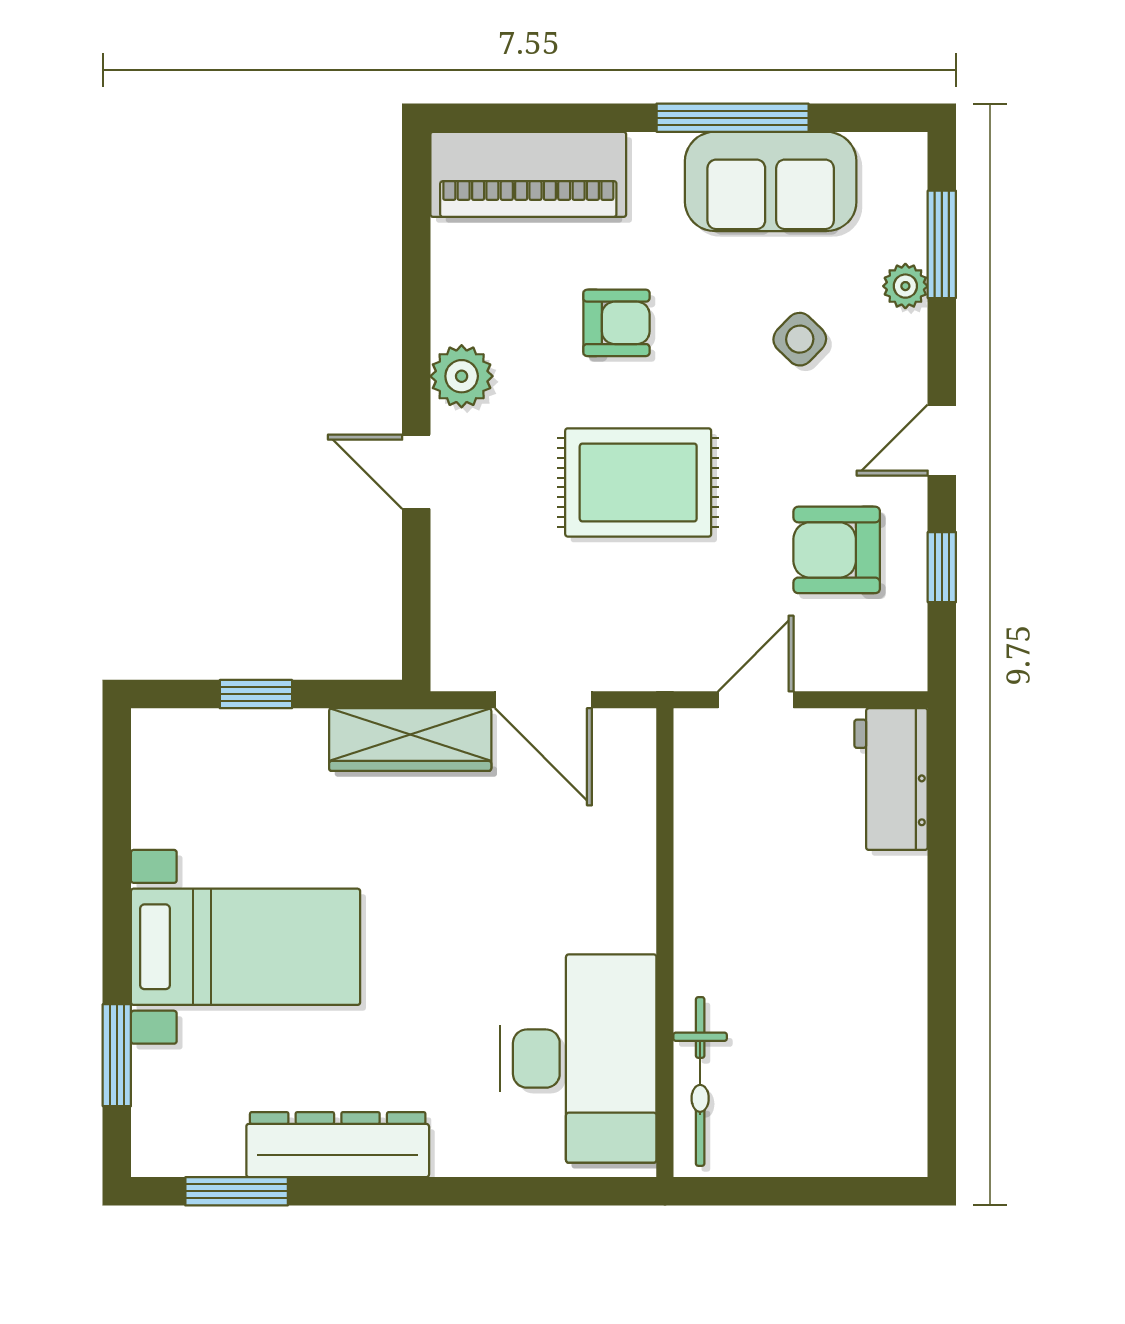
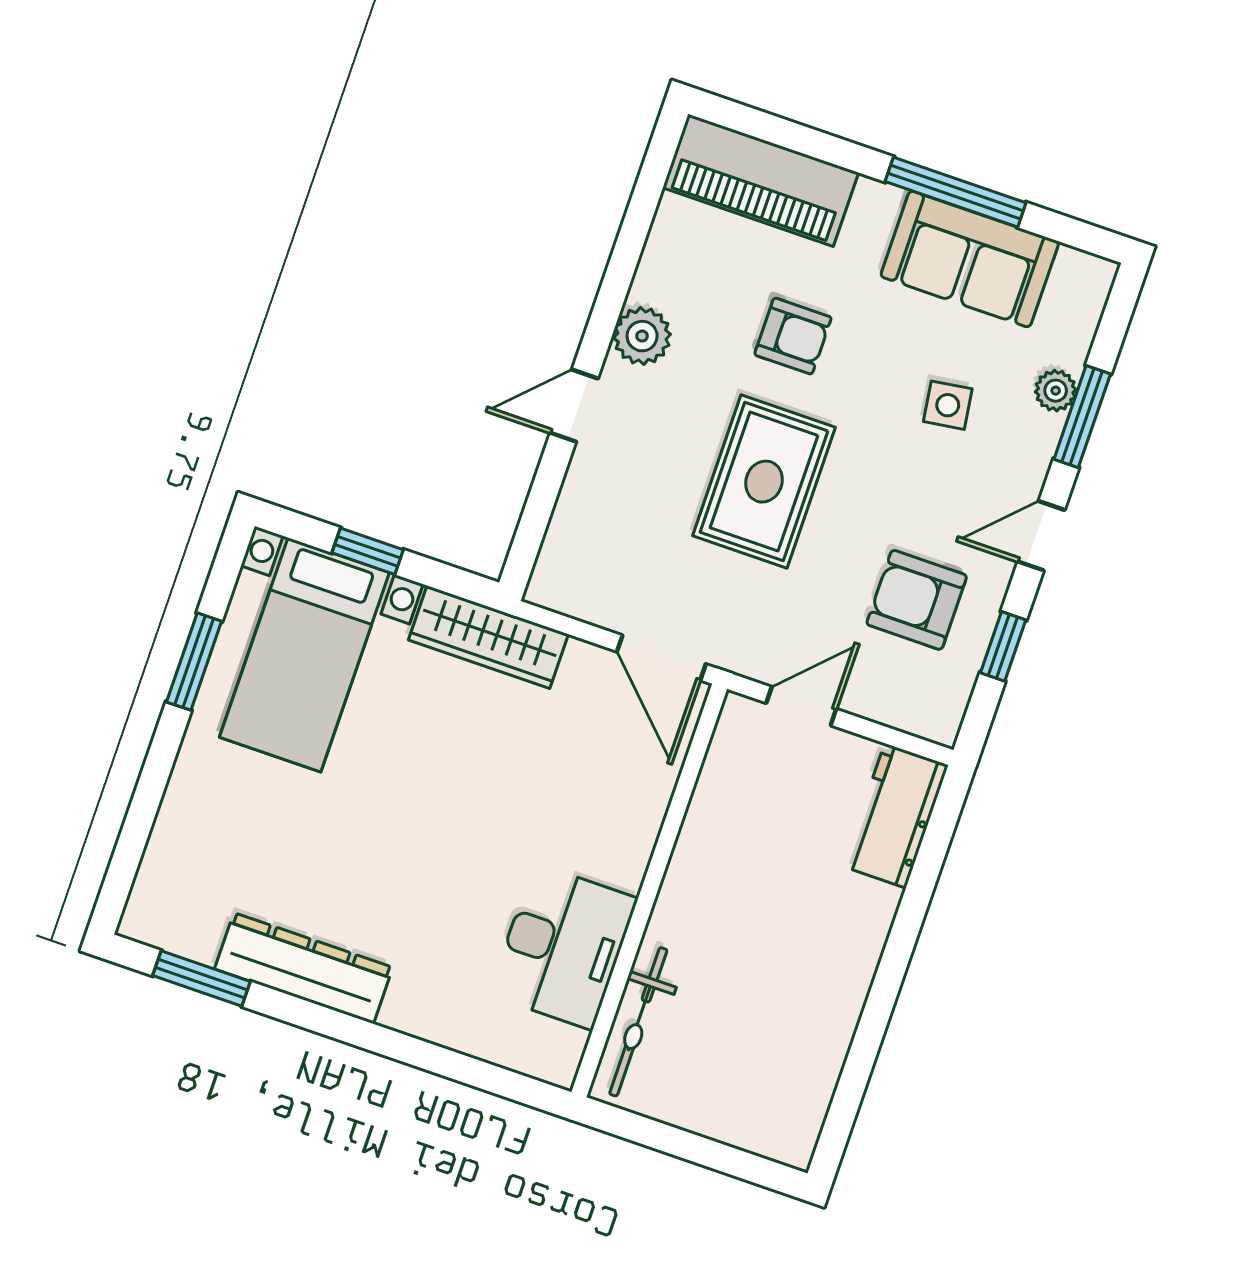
window: (942, 244) -> (1082, 417), moved
side table: (800, 339) -> (948, 405), turned 38
door: (416, 472) -> (574, 406), hinge flipped
rug: (638, 482) -> (764, 482), turned 90
door: (543, 700) -> (661, 658), moved
bed with nightstands: (246, 947) -> (304, 655), moved, turned 90
window: (117, 1055) -> (194, 662), moved
desk: (578, 1059) -> (563, 947), width x0.73, depth x0.77

